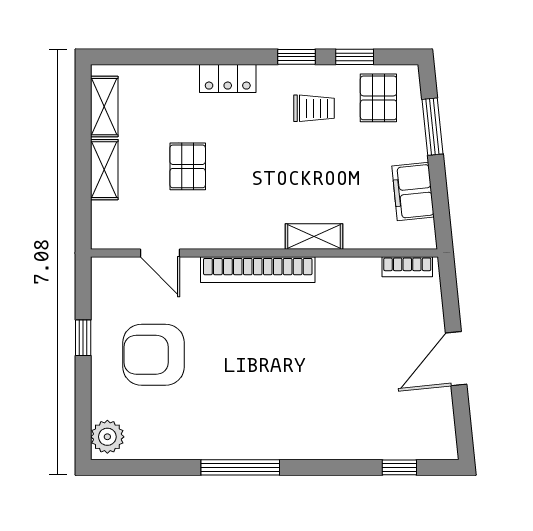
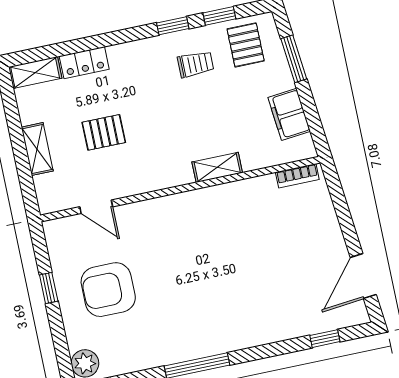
locker: (228, 78) -> (84, 63), moved
shelving: (104, 107) -> (35, 73), moved, turned 90
pallet: (188, 166) -> (104, 132), turned 90
bookcase: (258, 270) -> (178, 204), removed
door: (456, 359) -> (363, 276), moved

